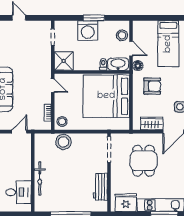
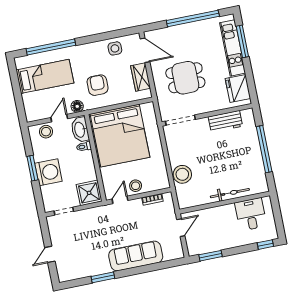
stool: (62, 121) -> (136, 186), moved
door: (19, 132) -> (181, 228), swing flipped

